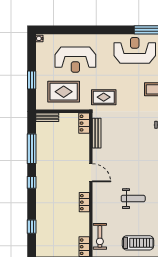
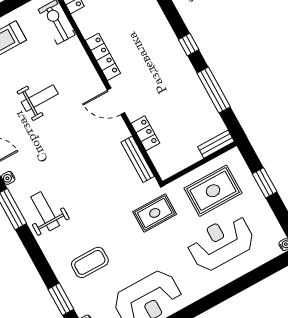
locker: (84, 123) -> (145, 133), moved
weight bench: (133, 199) -> (40, 98), turned 180
locker: (84, 202) -> (103, 57), width x1.53

